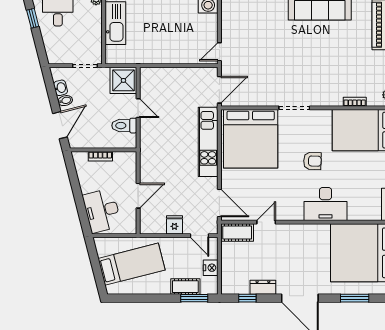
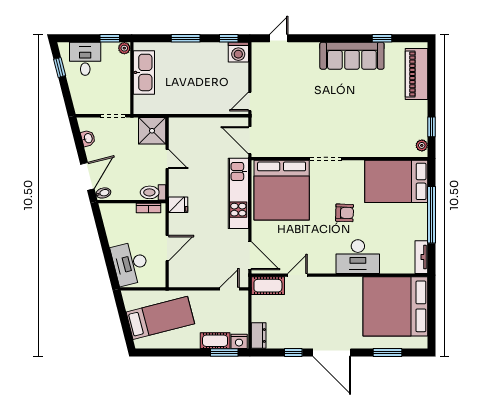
door: (219, 90) -> (250, 140), swing flipped
bidet: (65, 101) -> (103, 193), moved
bookcase: (355, 102) -> (388, 152), removed
toilet: (124, 126) -> (153, 192), moved
bookcase: (100, 156) -> (148, 208), moved
fridge: (174, 225) -> (178, 205), moved, turned 90
door: (200, 236) -> (230, 289), swing flipped
nightstand: (211, 268) -> (239, 341), moved, turned 90
dresser: (263, 287) -> (259, 335), moved, turned 90
window: (247, 298) -> (293, 353), moved

